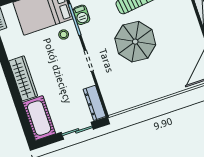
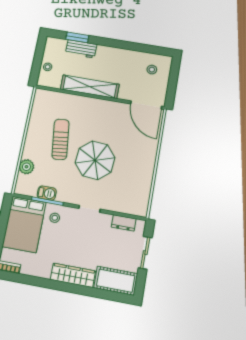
dresser: (94, 103) -> (124, 223), width x0.70

